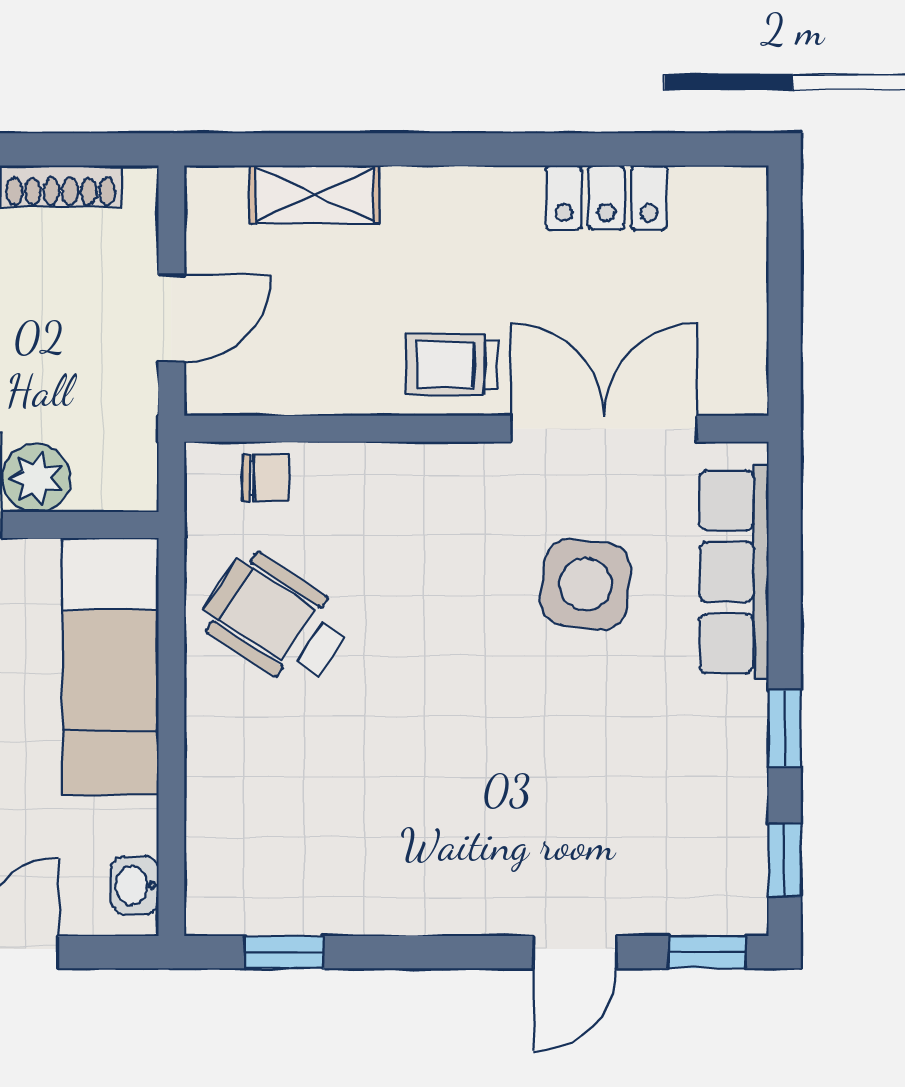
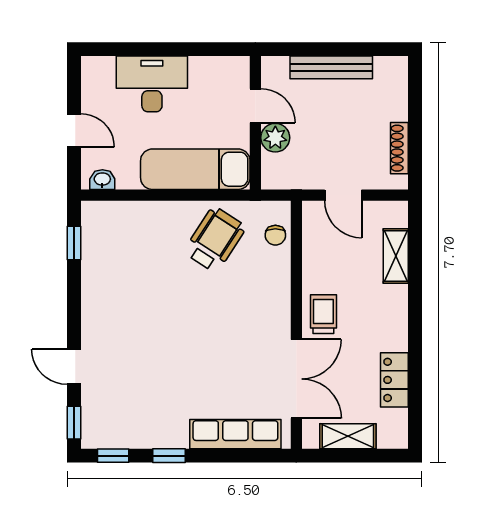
shelving: (739, 307) -> (348, 436), added
side table: (586, 584) -> (230, 371), removed

